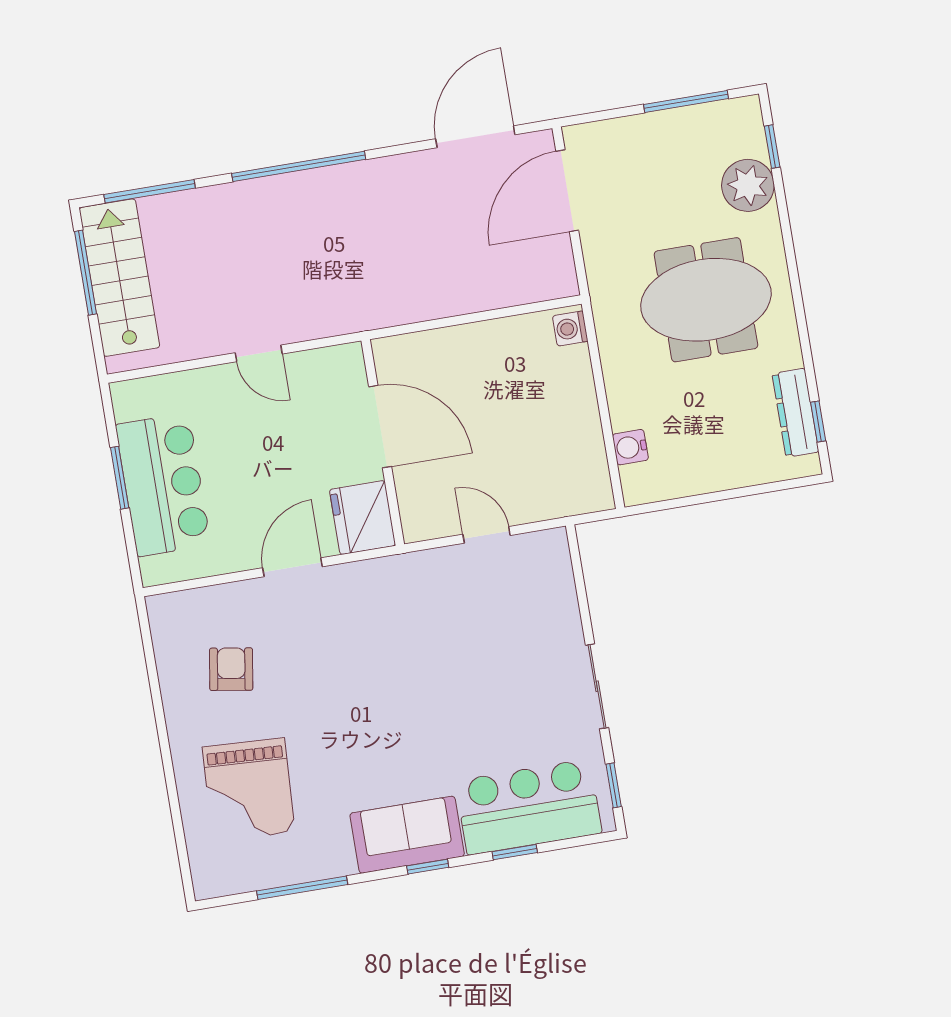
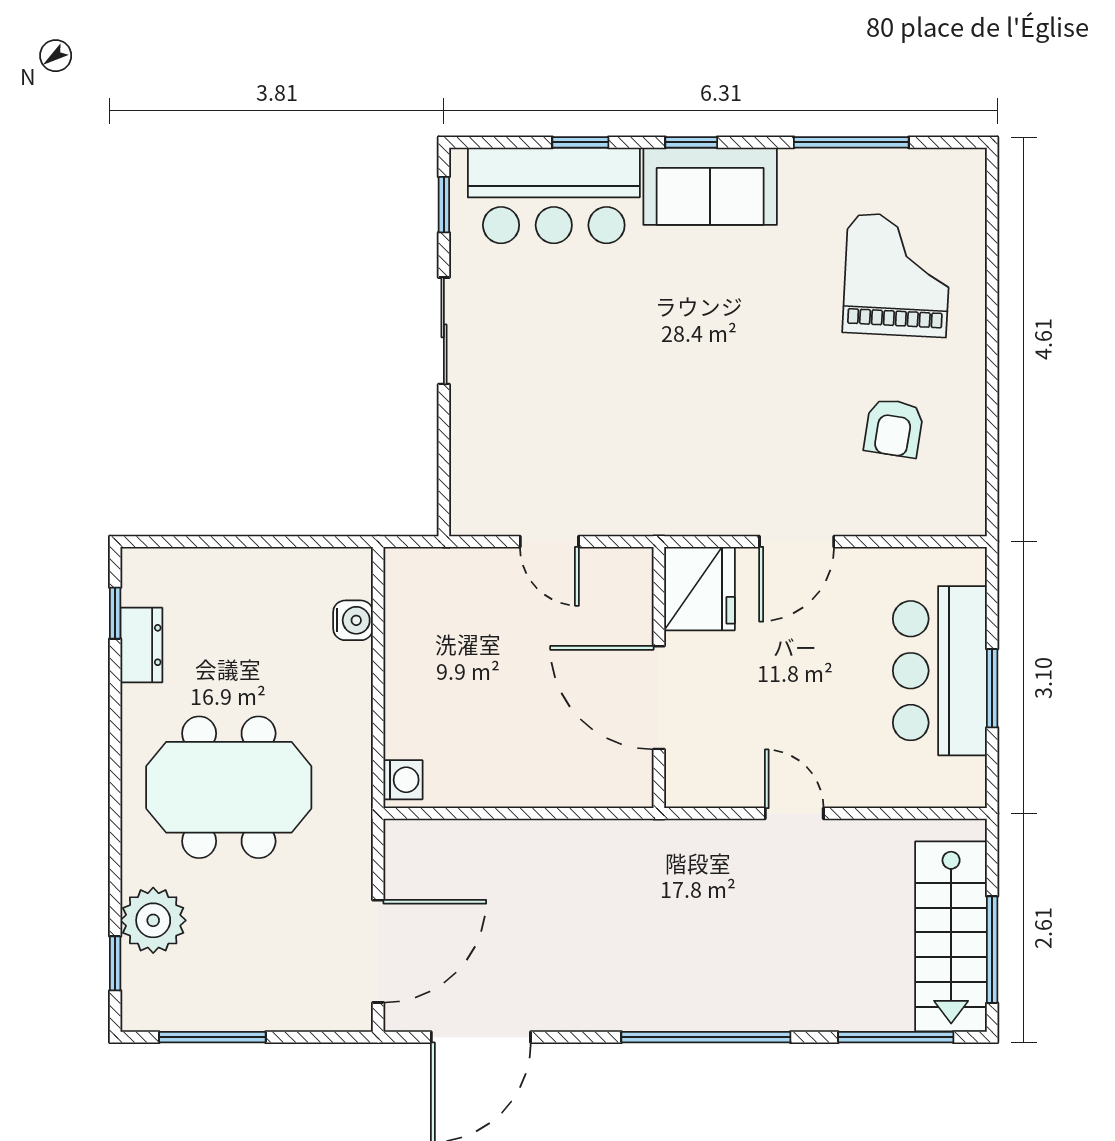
dresser: (795, 413) -> (141, 645), width x0.70

